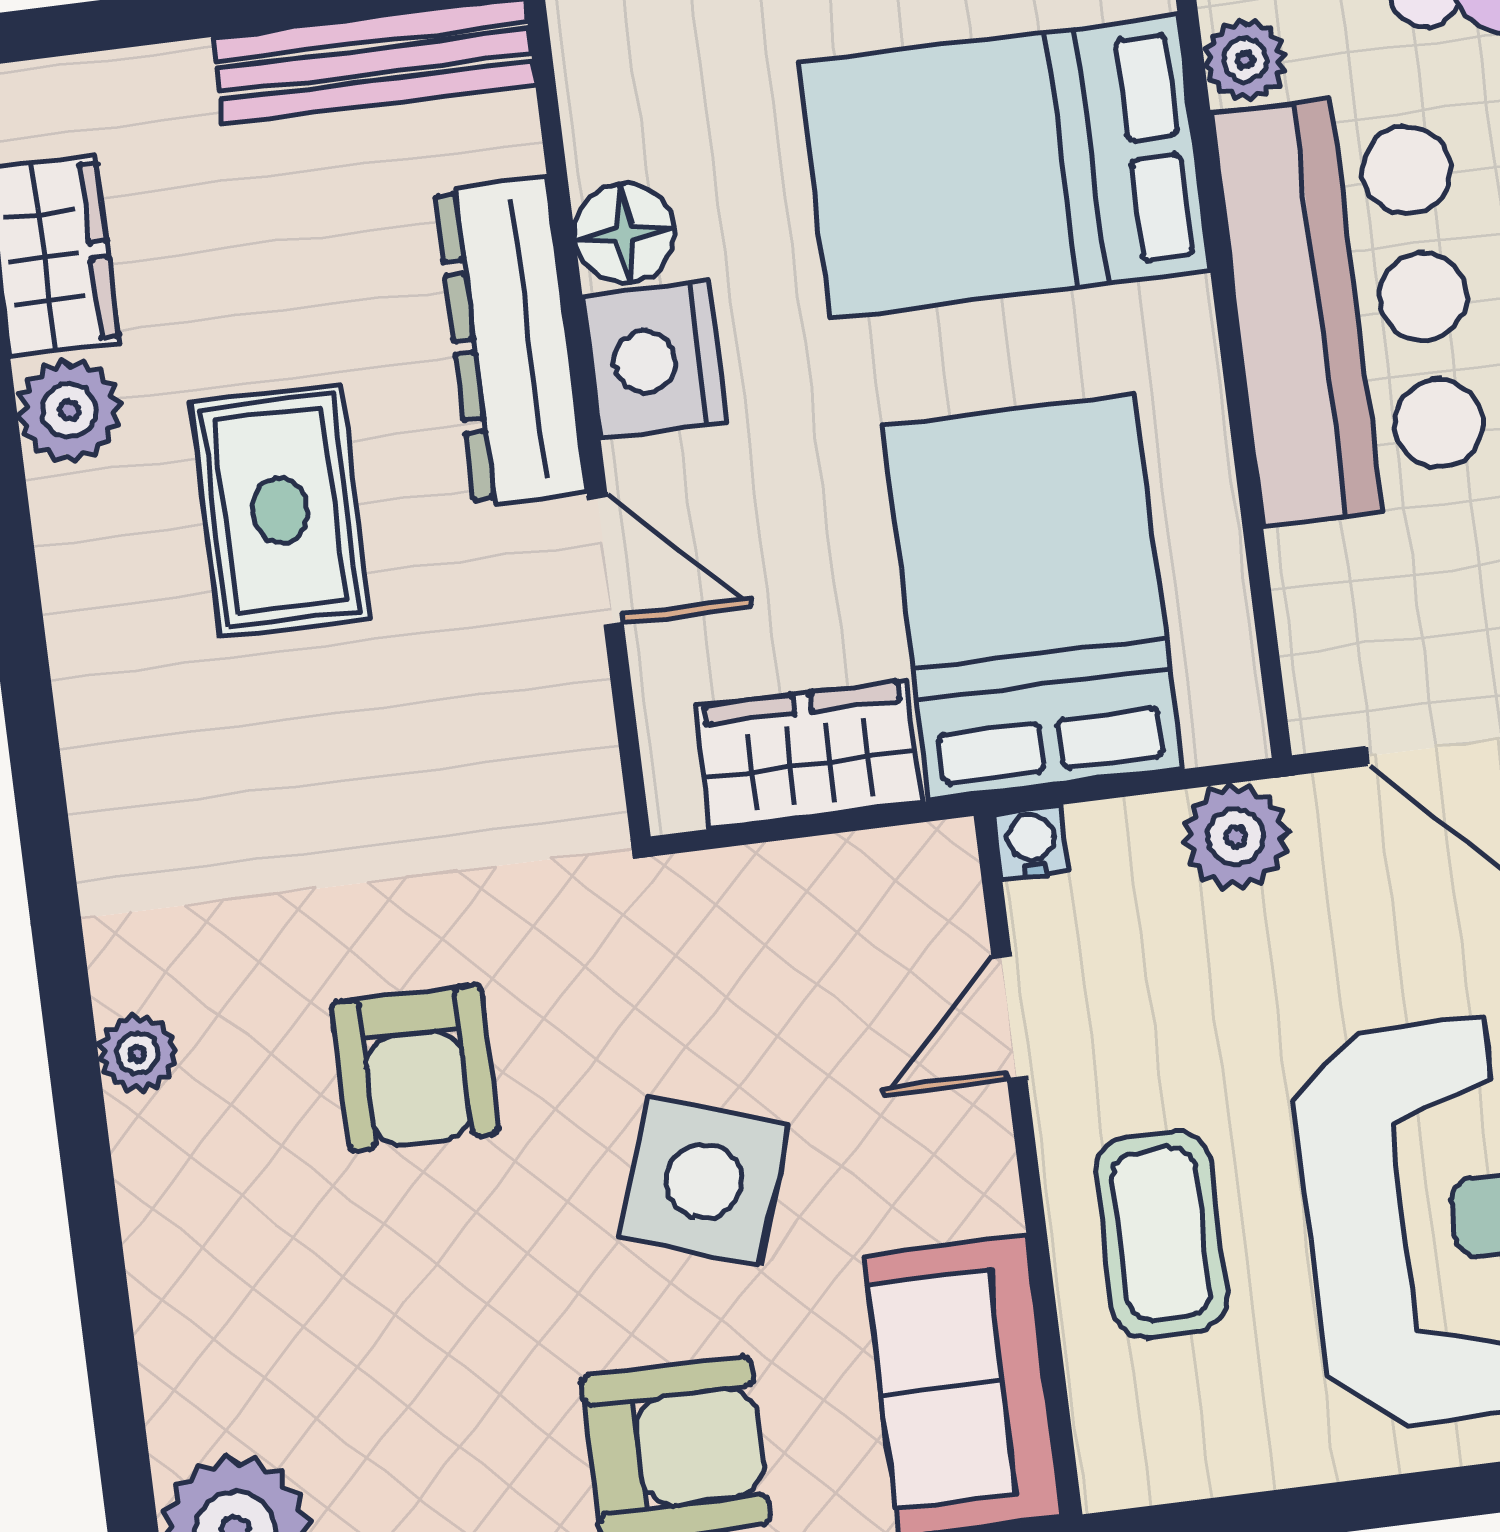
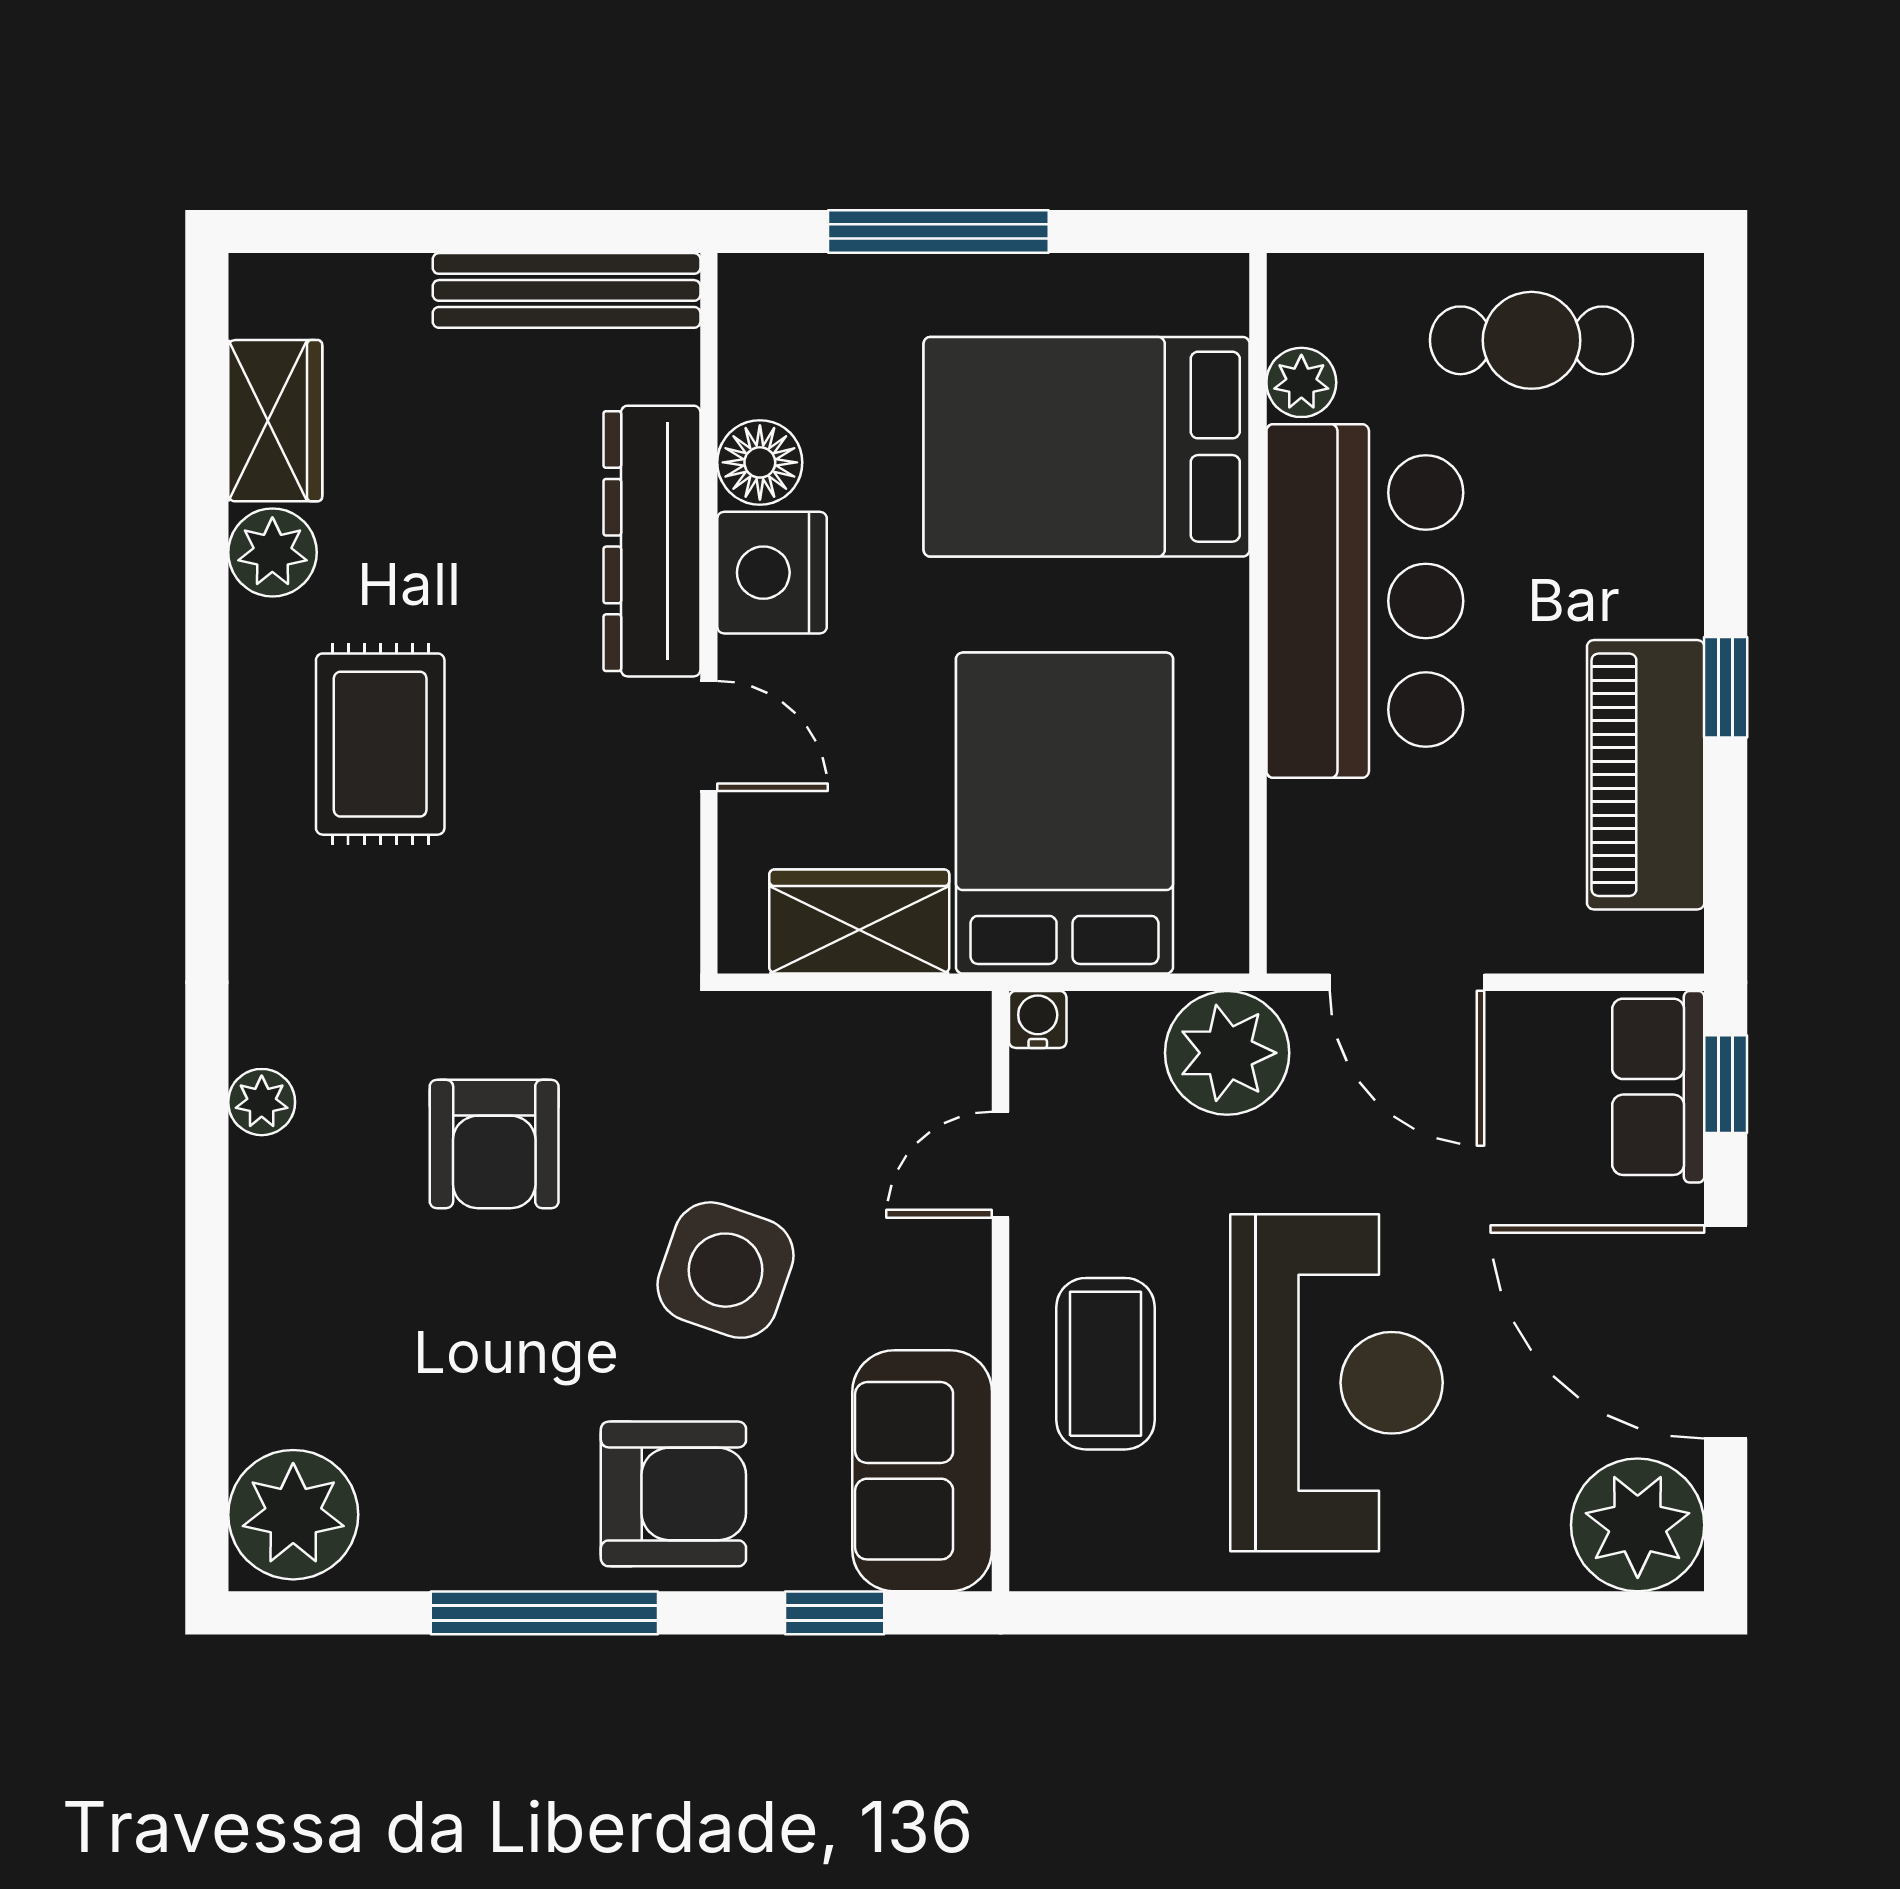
rug: (280, 511) -> (380, 744), moved
plant: (1236, 837) -> (1227, 1053), width x1.36, depth x1.36

